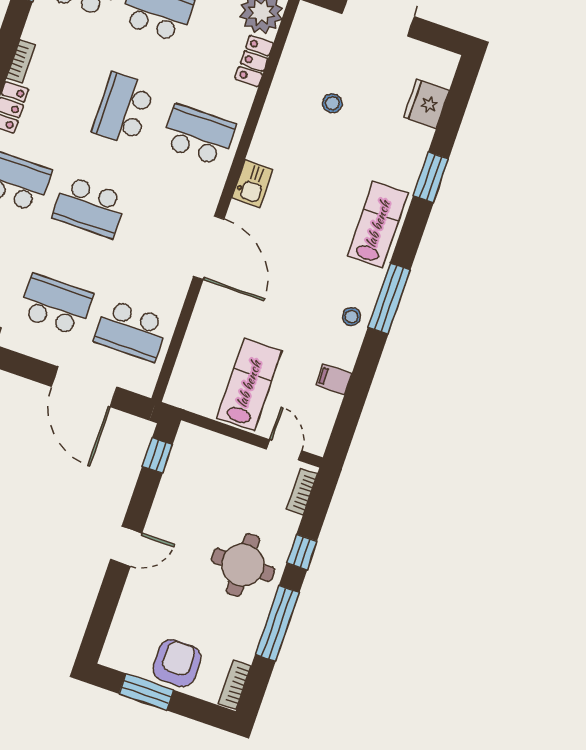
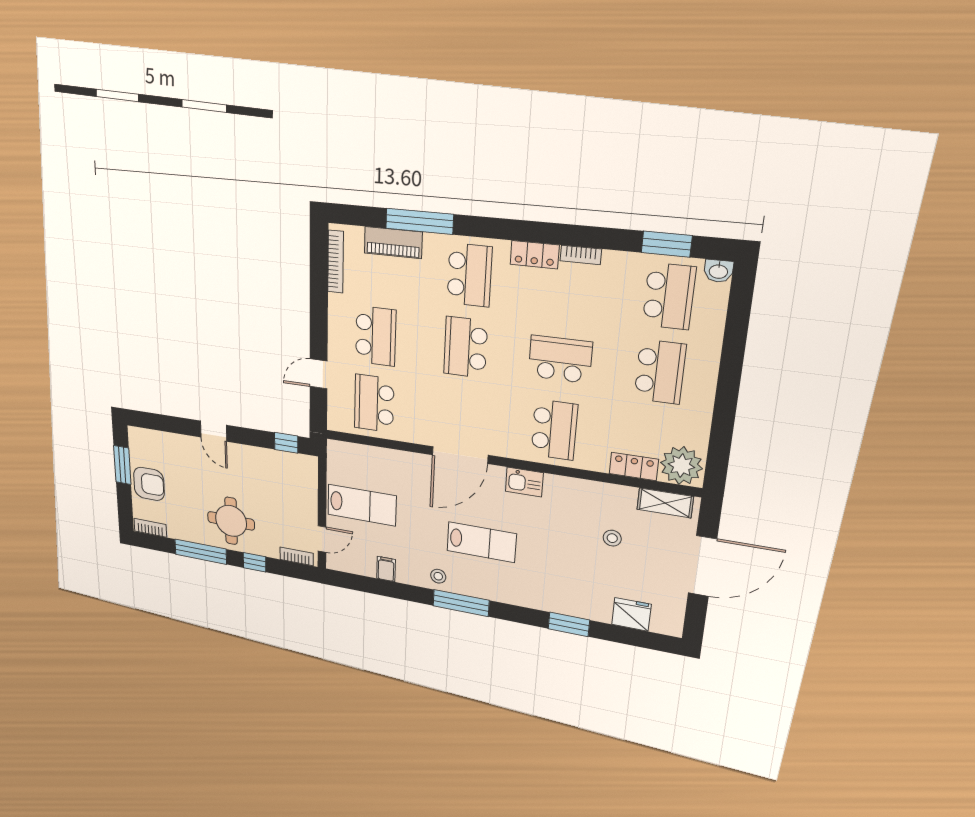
shelving: (300, 38) -> (665, 503), added
lab bench: (378, 224) -> (482, 542), moved
door: (84, 387) -> (319, 374), width x0.53

